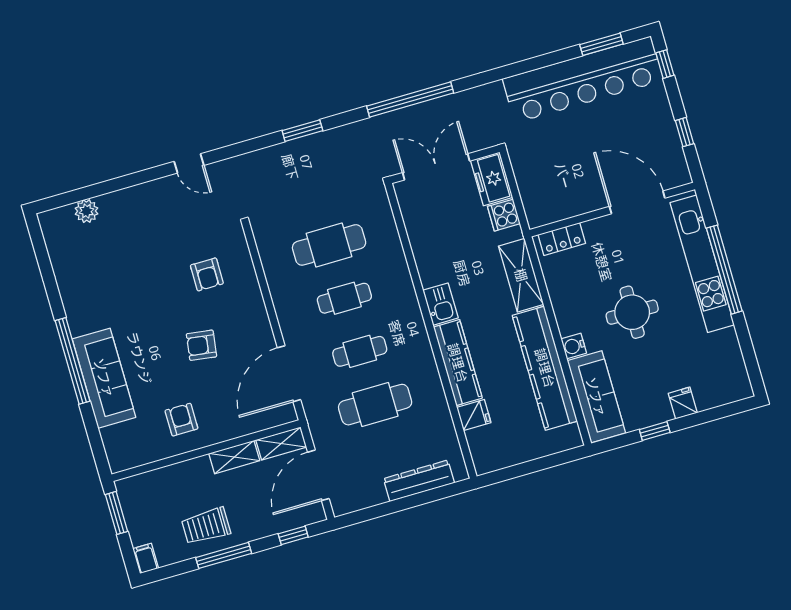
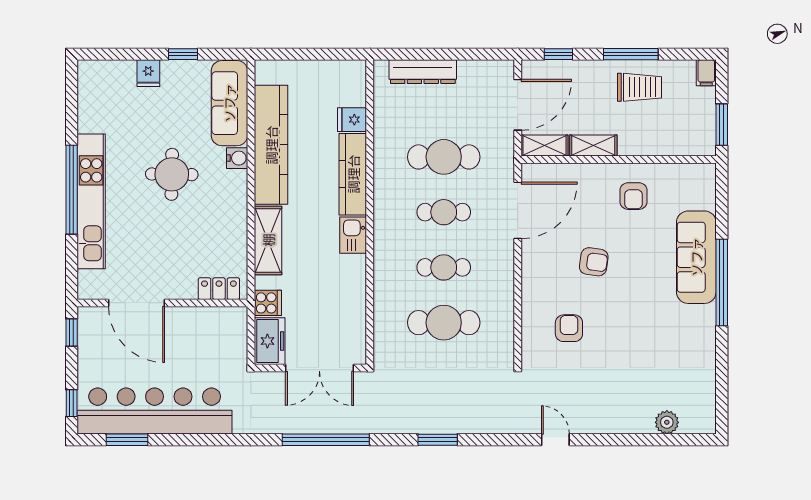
door: (637, 202) -> (136, 303), moved
wall: (612, 210) -> (162, 303), moved
locker: (562, 239) -> (219, 289), moved

